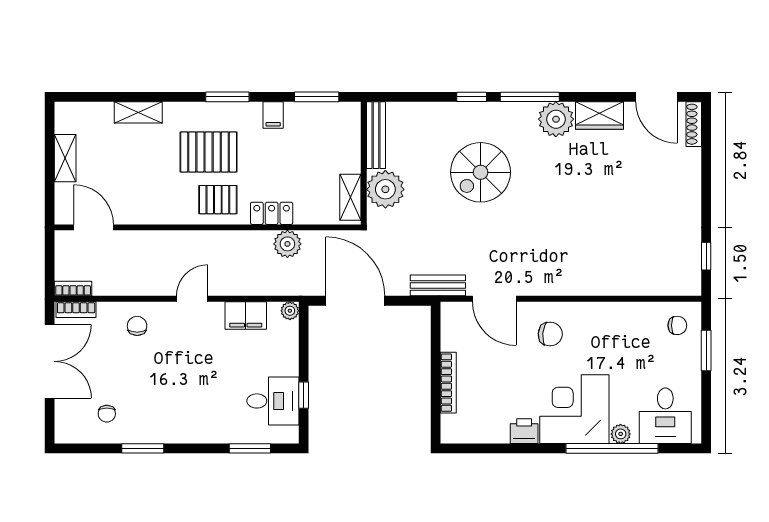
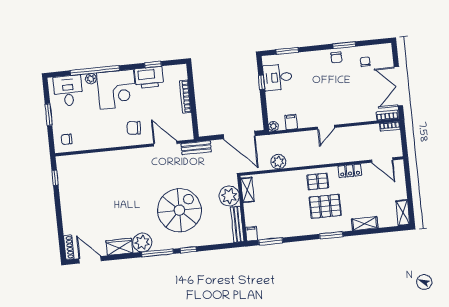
window: (227, 97) -> (331, 235), moved
filing cabinet: (273, 115) -> (252, 234), moved
shelving: (65, 158) -> (403, 213), moved
spiral stairs: (481, 172) -> (179, 210), width x1.37, depth x1.37
locker: (272, 213) -> (350, 171), moved
filing cabinet: (246, 315) -> (291, 122), width x0.50
chair: (137, 326) -> (336, 58), moved
window: (706, 350) -> (49, 115), moved
printer: (524, 431) -> (149, 77), width x1.87, depth x1.48
window: (502, 448) -> (153, 65), added

